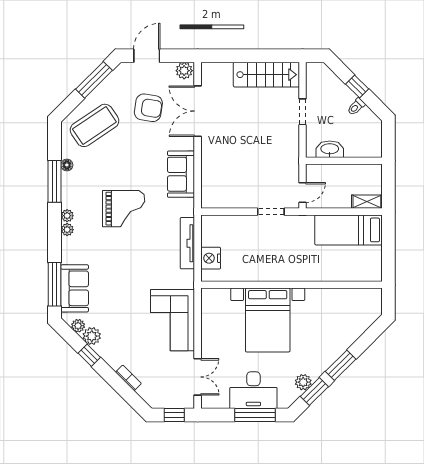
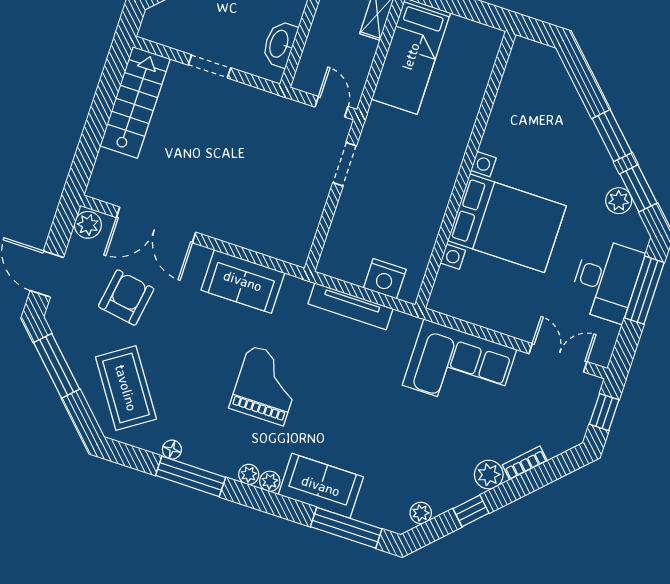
sofa: (75, 288) -> (321, 486), moved
plant: (92, 336) -> (489, 475), moved

